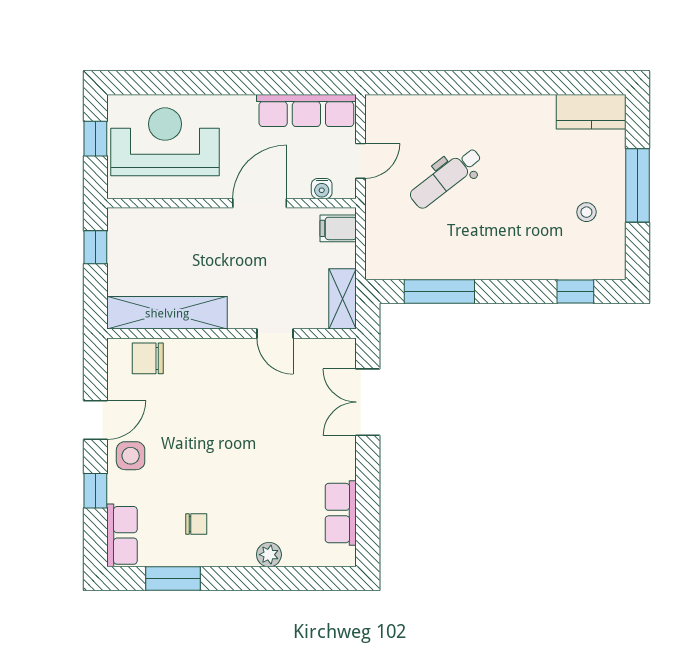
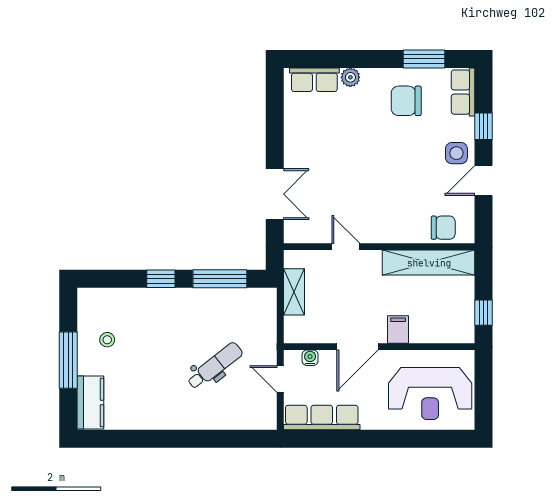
kitchen counter: (591, 112) -> (90, 402), moved, turned 90
window: (95, 139) -> (483, 396), removed
door: (361, 161) -> (280, 379), hinge flipped
filing cabinet: (338, 228) -> (398, 329), moved, turned -90
window: (575, 292) -> (161, 279), moved
shelving: (343, 299) -> (294, 292), moved
row of seats: (341, 513) -> (314, 80), moved, turned 90
chair: (196, 524) -> (406, 101), width x1.87, depth x1.87

